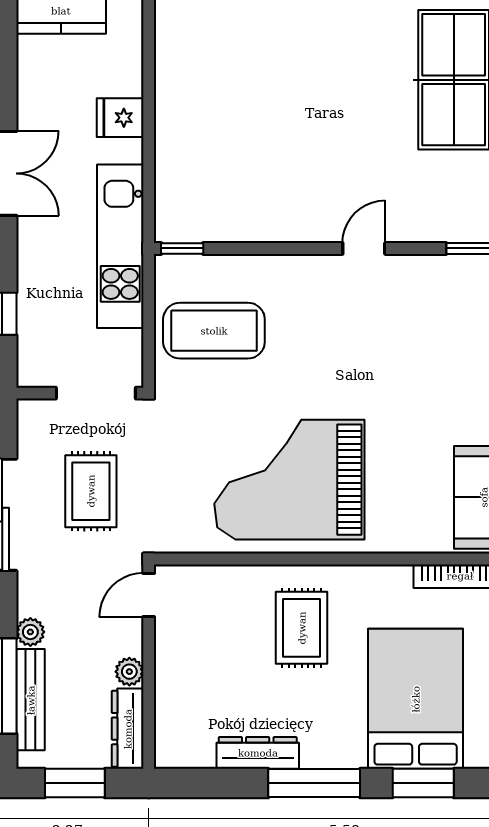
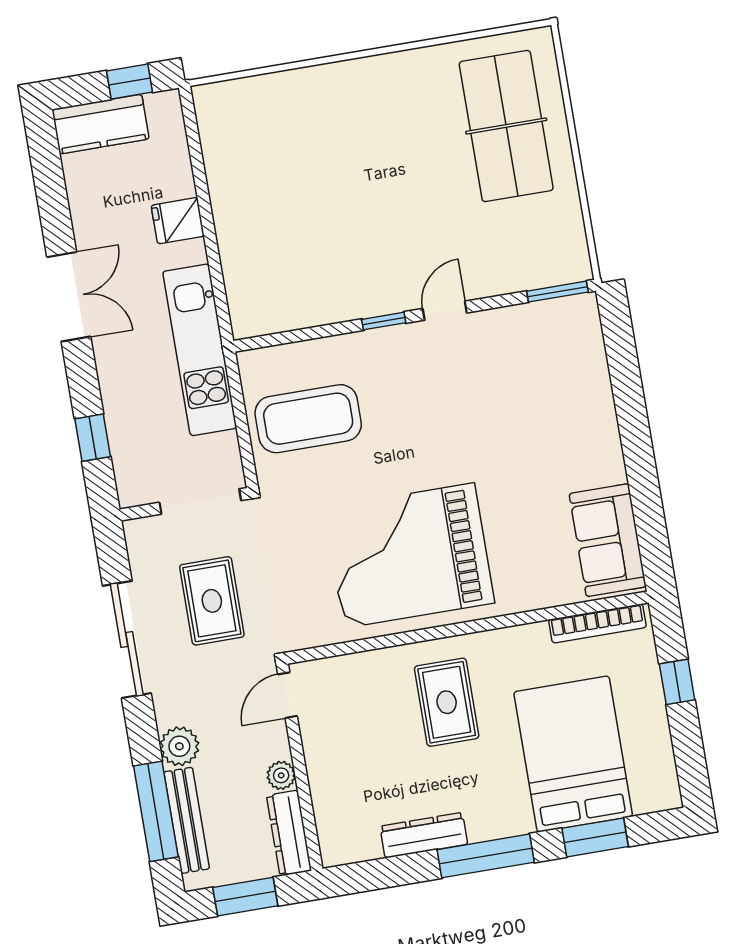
window: (182, 248) -> (384, 321), moved
plant: (30, 632) -> (179, 746), width x1.38, depth x1.38

